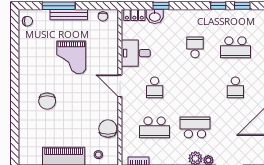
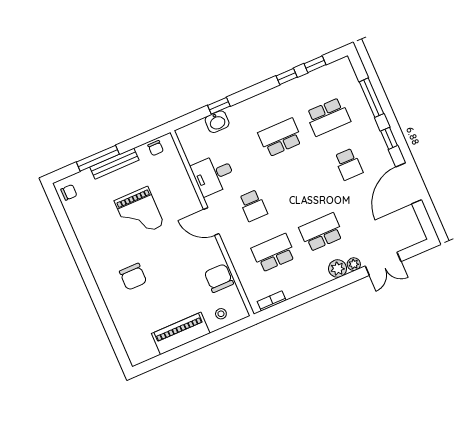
locker: (134, 15) -> (192, 131), removed
school desk: (195, 47) -> (280, 138), width x1.85
school desk: (155, 127) -> (274, 253), turned 180

